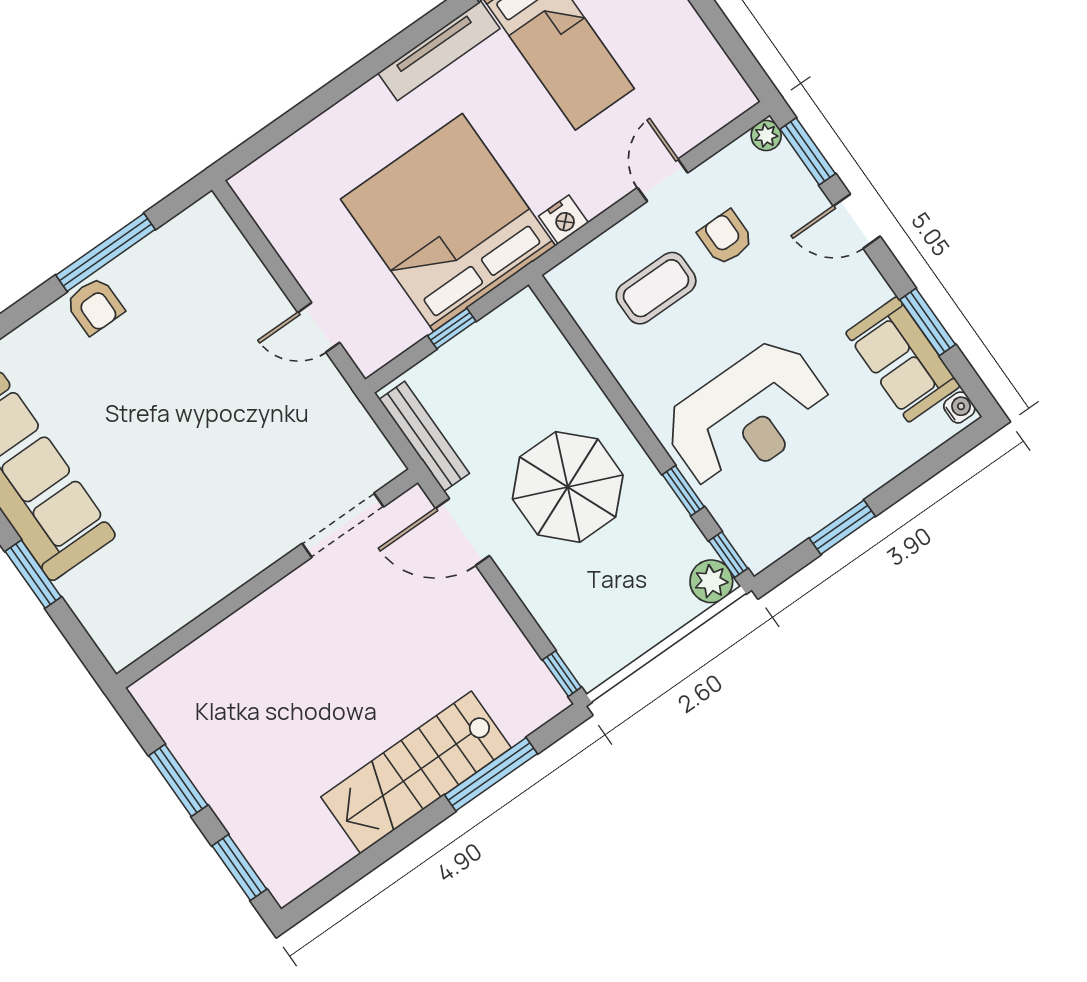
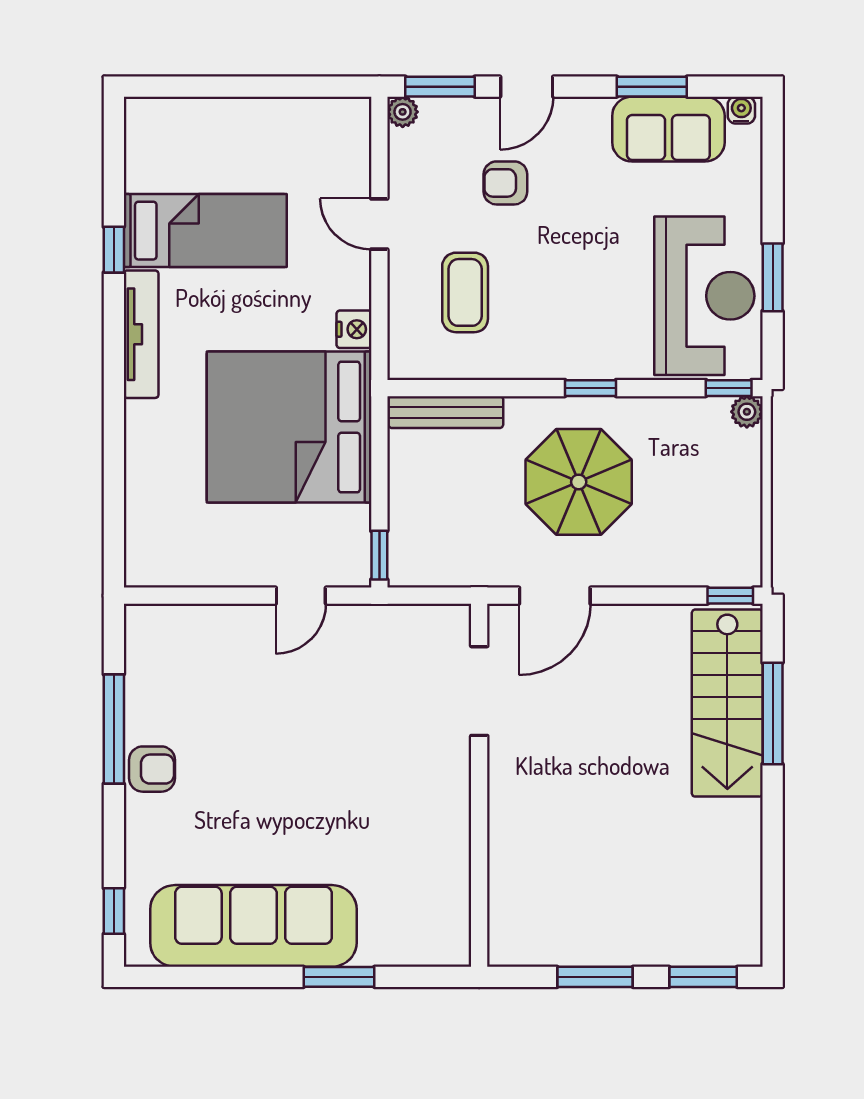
armchair: (726, 238) -> (505, 183), moved
window: (452, 328) -> (379, 555), moved
reception desk: (748, 415) -> (704, 296), moved
bench: (424, 436) -> (446, 412), moved
window: (683, 491) -> (590, 388), moved
plant: (711, 581) -> (747, 412), width x0.73, depth x0.73
stairs: (416, 772) -> (727, 703), moved

